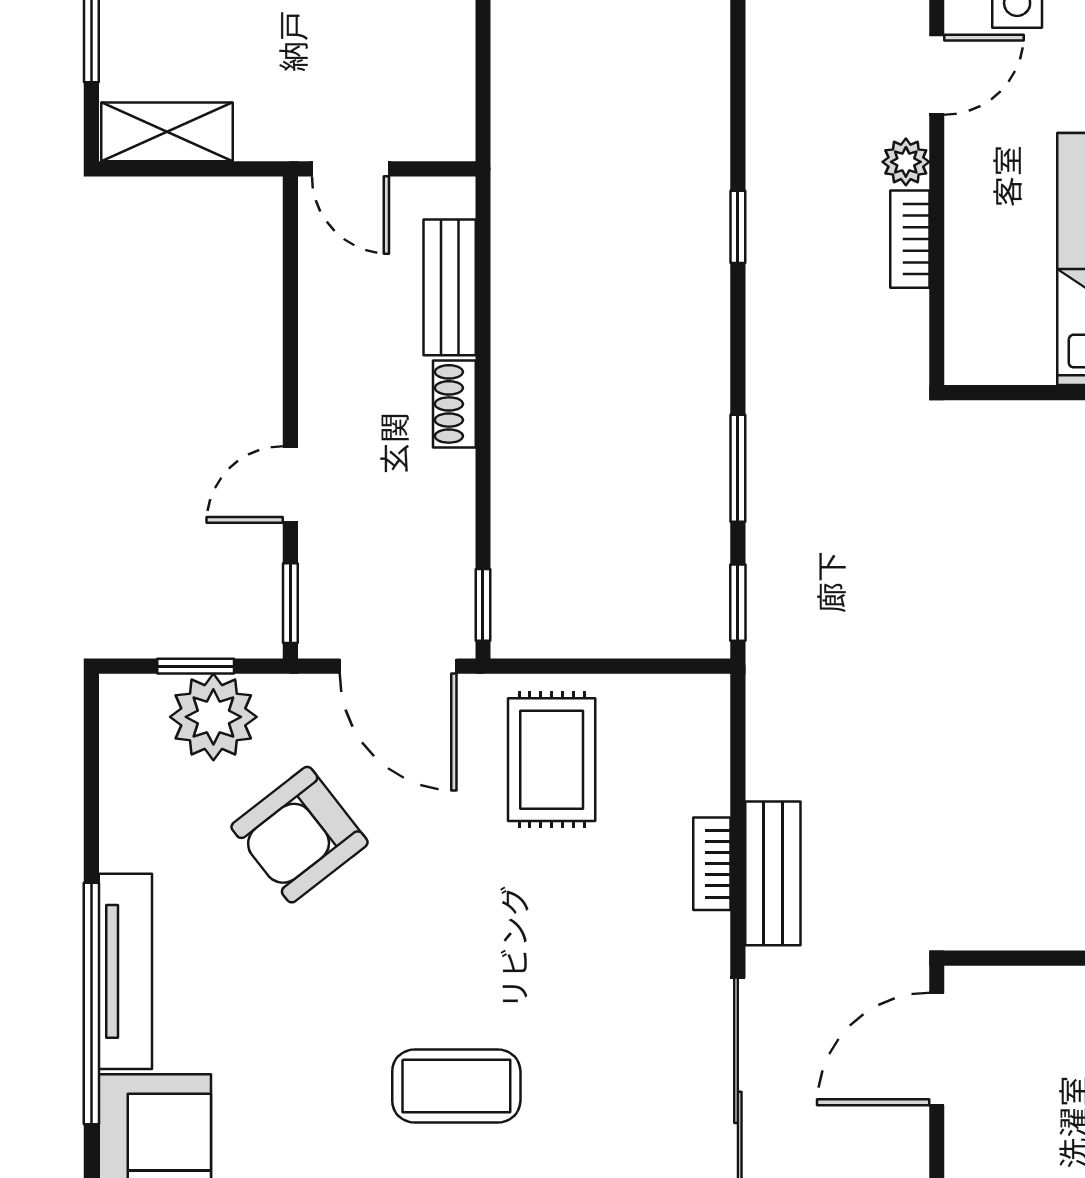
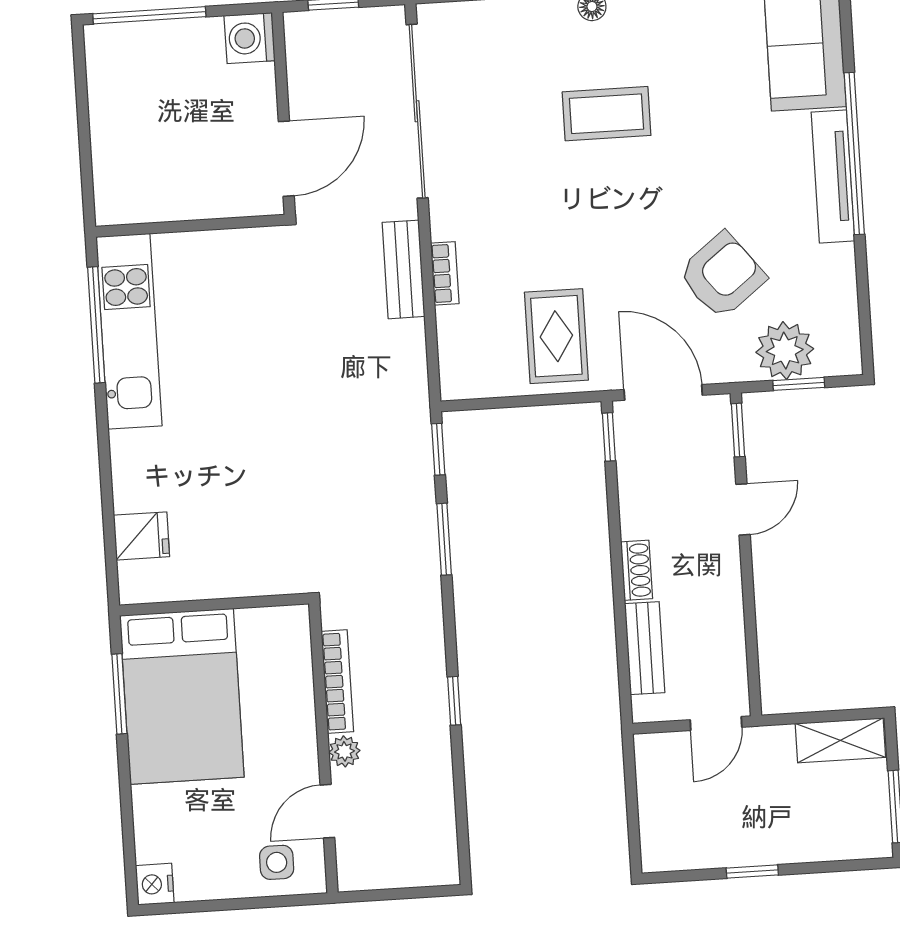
door: (350, 169) -> (716, 723), swing flipped
bookcase: (910, 239) -> (337, 681), width x1.56

